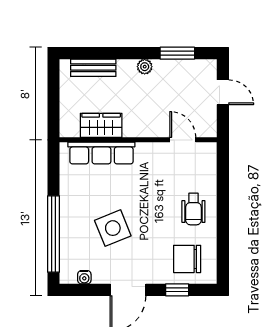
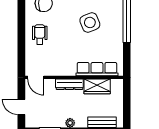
dresser: (146, 129) -> (69, 84), added
door: (183, 140) -> (36, 77), moved

